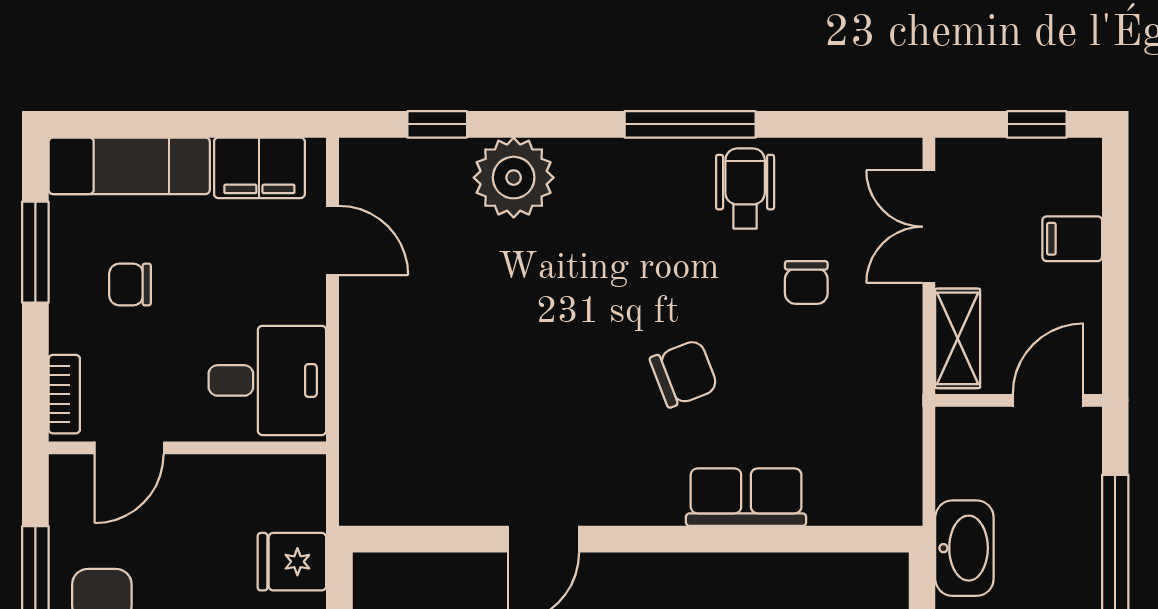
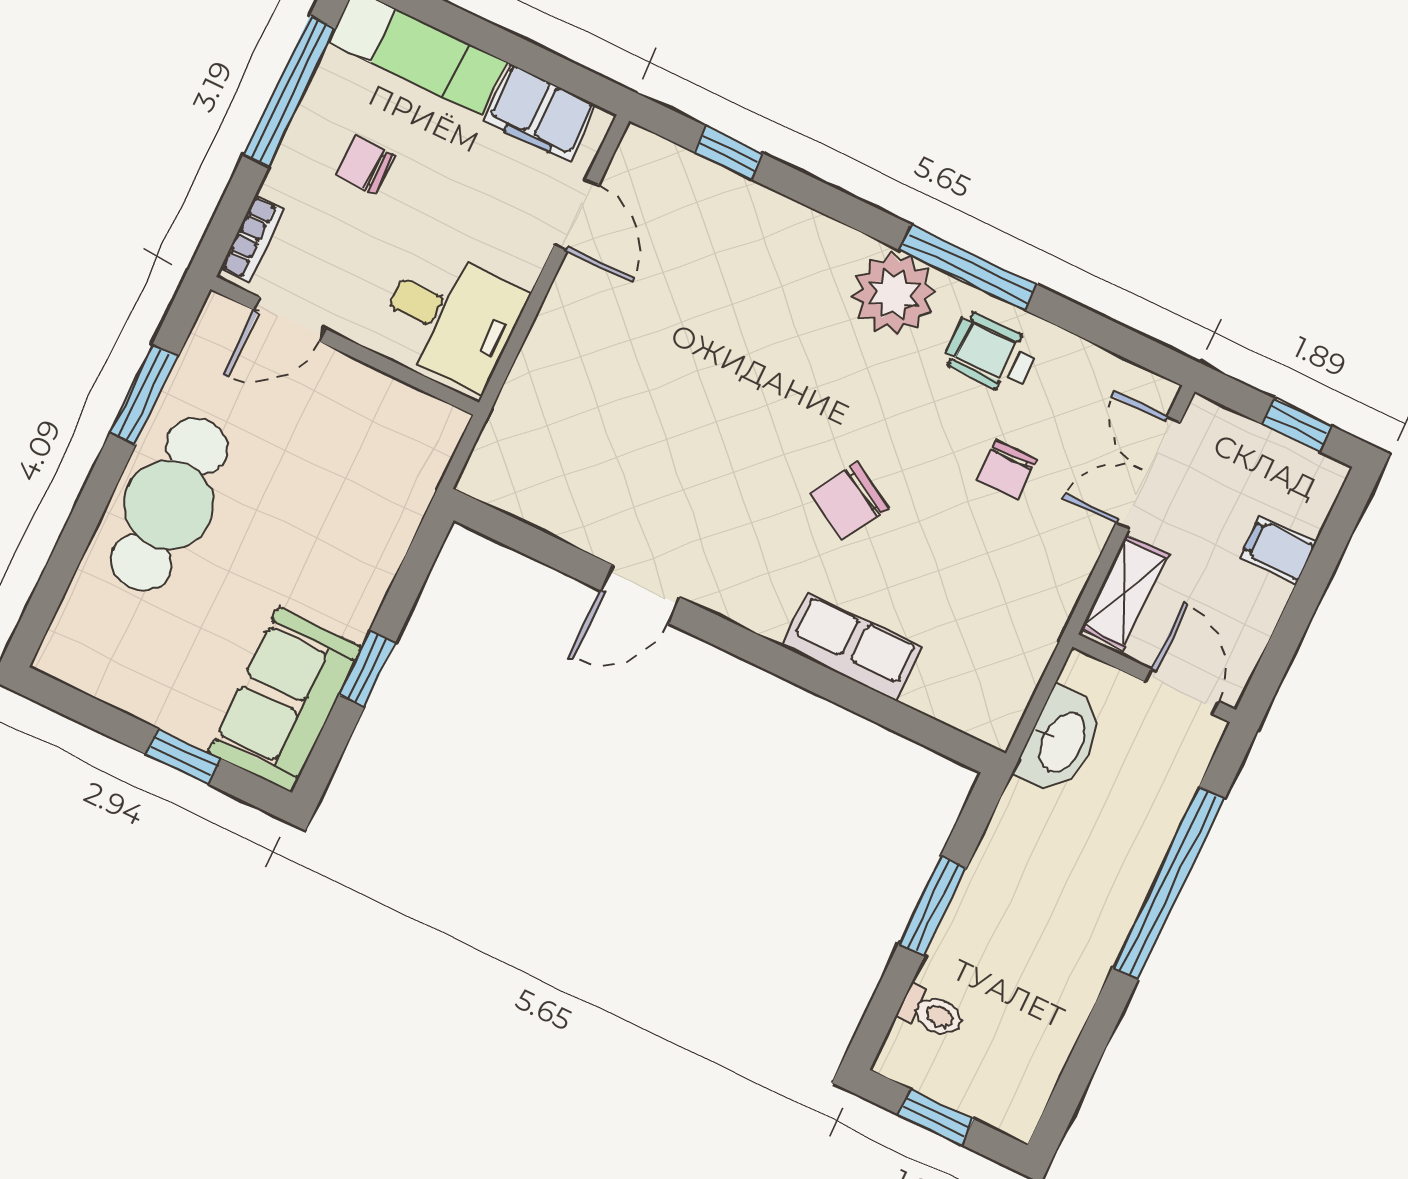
plant: (514, 178) -> (893, 294), moved
wheelchair: (745, 188) -> (991, 353), turned -90
window: (35, 252) -> (289, 91), width x1.44
chair: (684, 373) -> (849, 501), turned 142
door: (1048, 400) -> (1182, 692), hinge flipped
washbasin: (964, 548) -> (1061, 742), moved
fridge: (292, 562) -> (392, 501), removed

